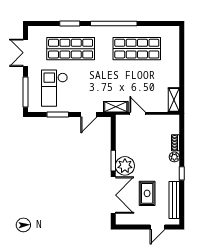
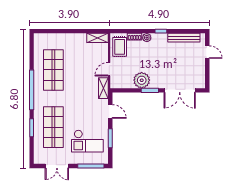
plant: (125, 166) -> (142, 80), moved
rug: (147, 193) -> (120, 47), moved, turned 90
double door: (113, 195) -> (180, 90), swing flipped

